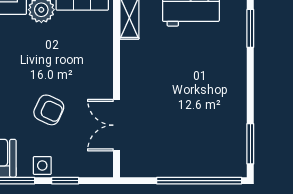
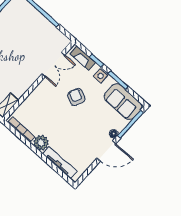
fireplace: (86, 168) -> (83, 58), added

